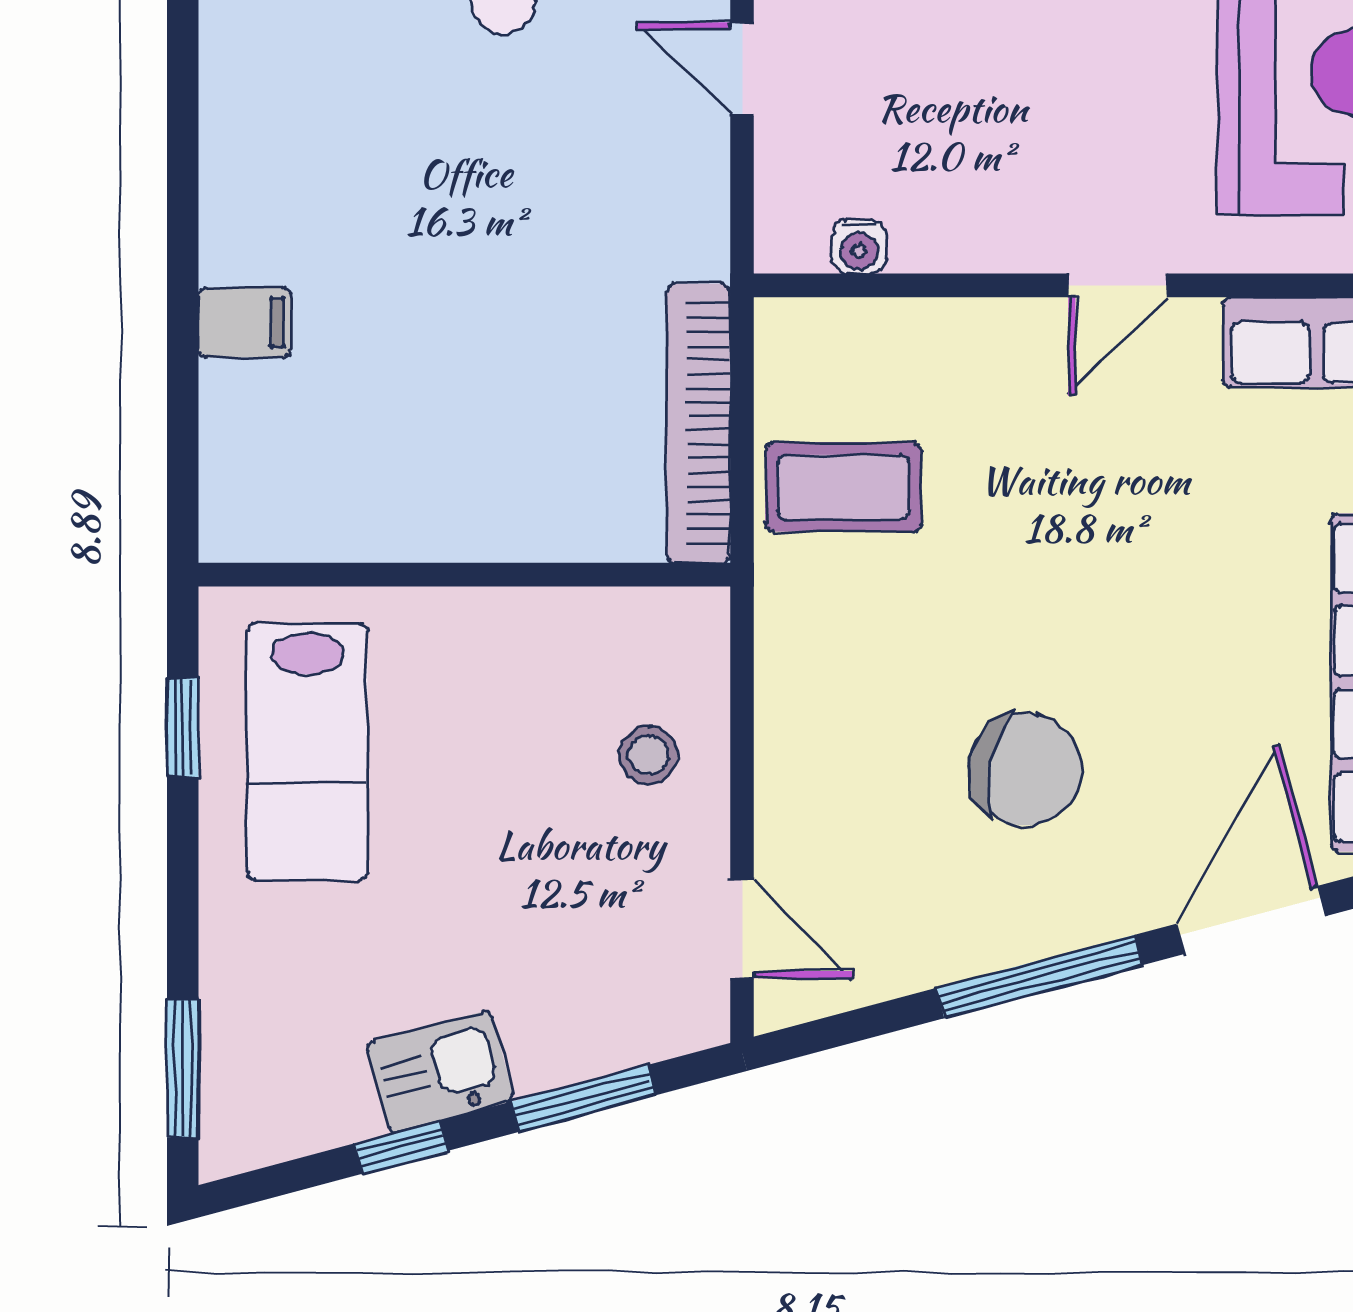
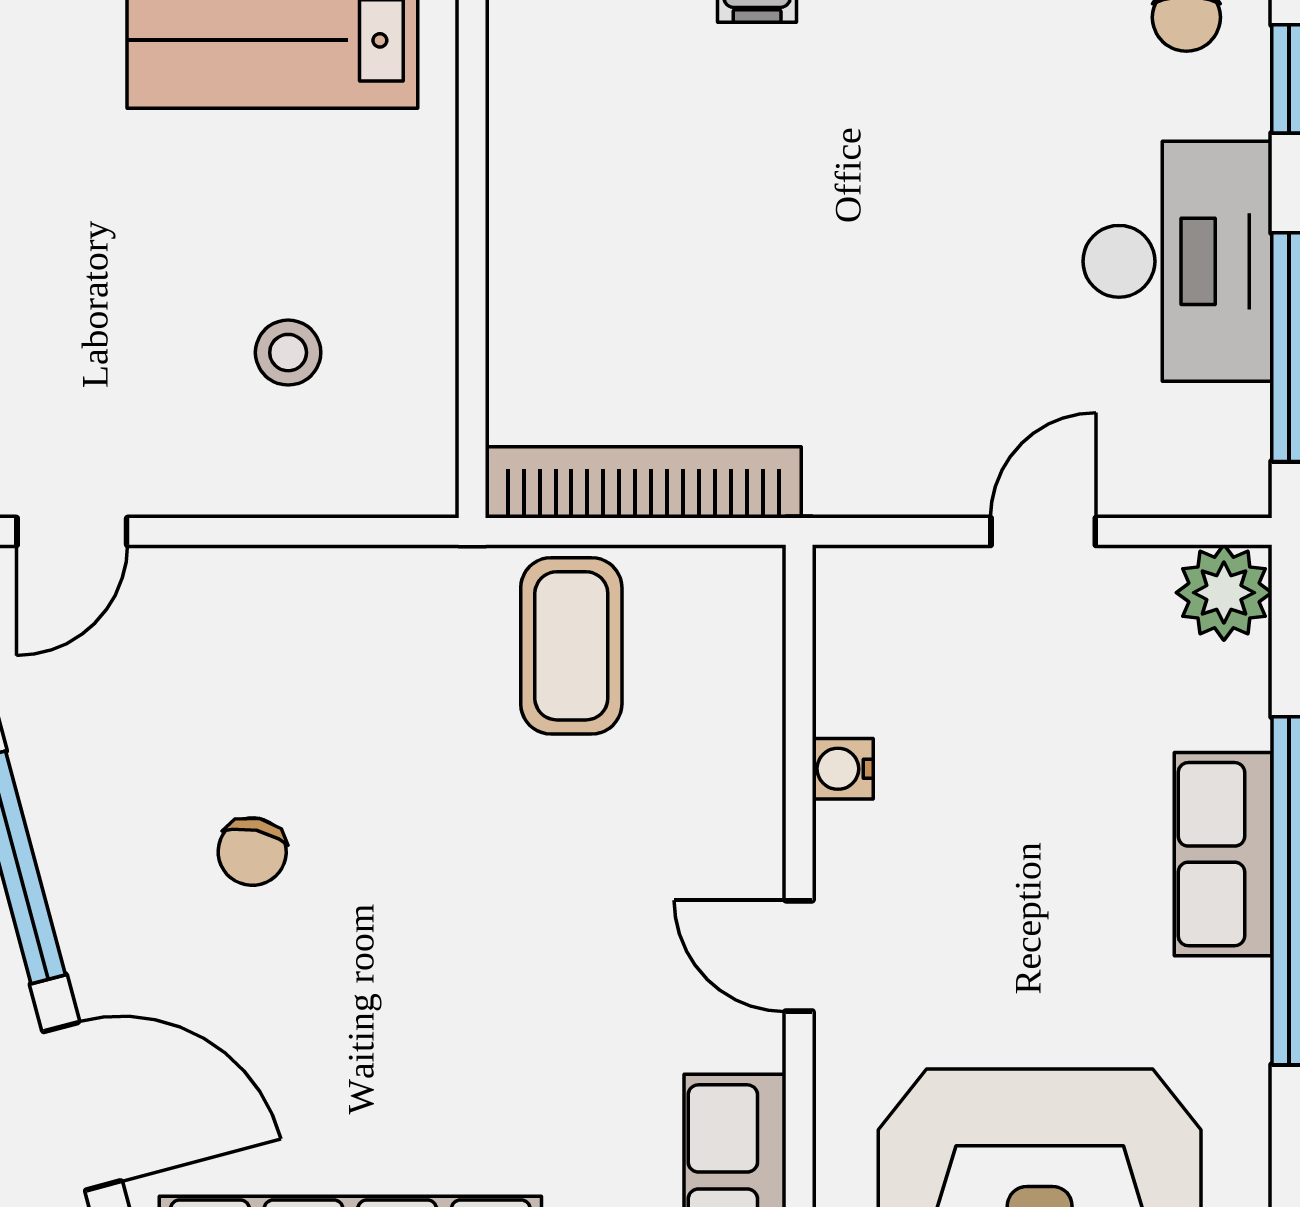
water cooler: (859, 247) -> (843, 769), moved
stool: (649, 755) -> (288, 353), moved
chair: (1025, 769) -> (252, 852), width x0.54, depth x0.54

